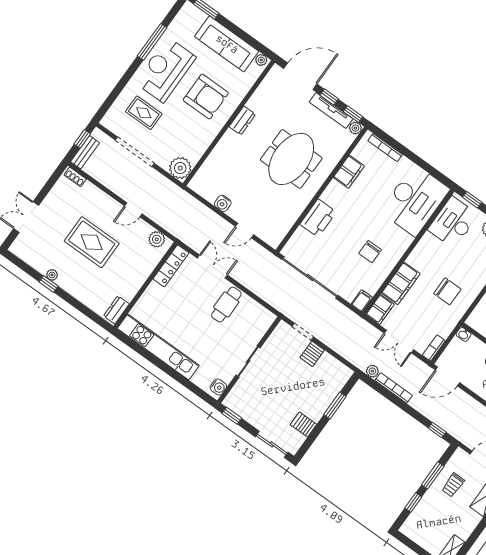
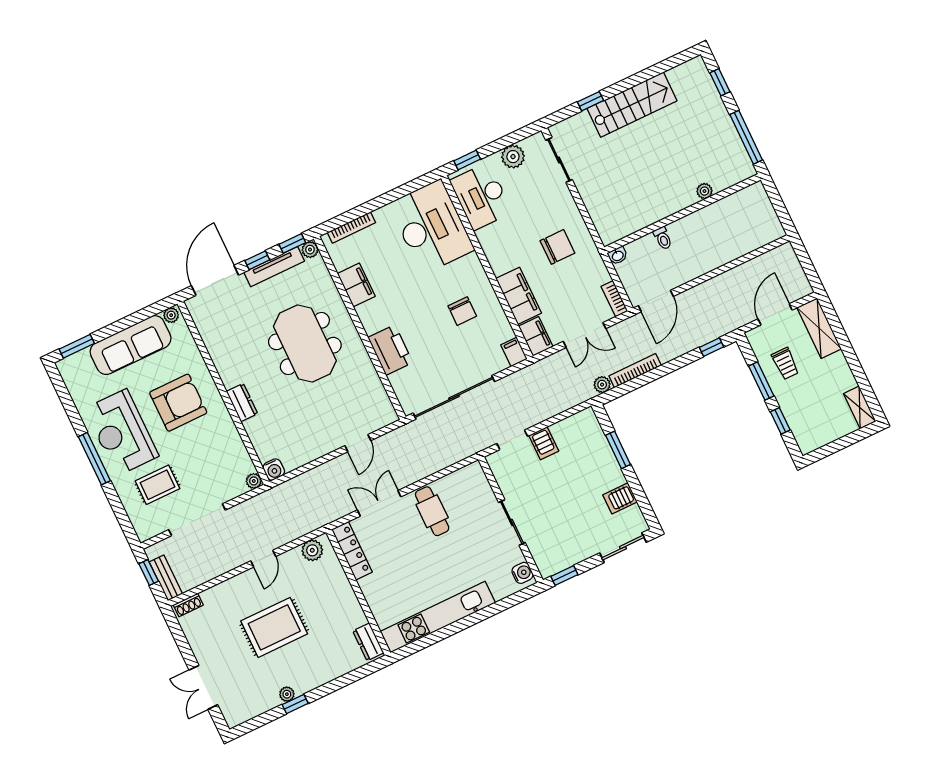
window: (152, 42) -> (94, 459), moved
dresser: (242, 120) -> (242, 403), moved
plant: (180, 168) -> (254, 481), width x0.53, depth x0.53
water cooler: (223, 203) -> (274, 470), moved

